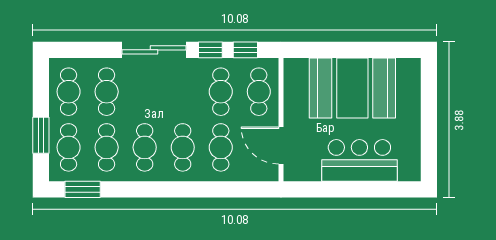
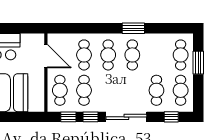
window: (83, 50) -> (171, 117), added
cafe table: (107, 147) -> (156, 55), removed
window: (83, 189) -> (133, 28), moved

